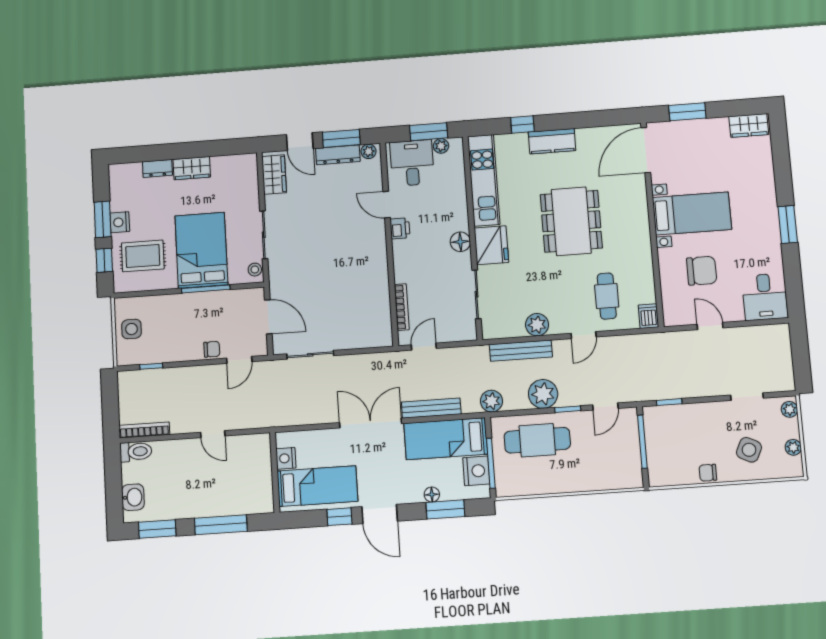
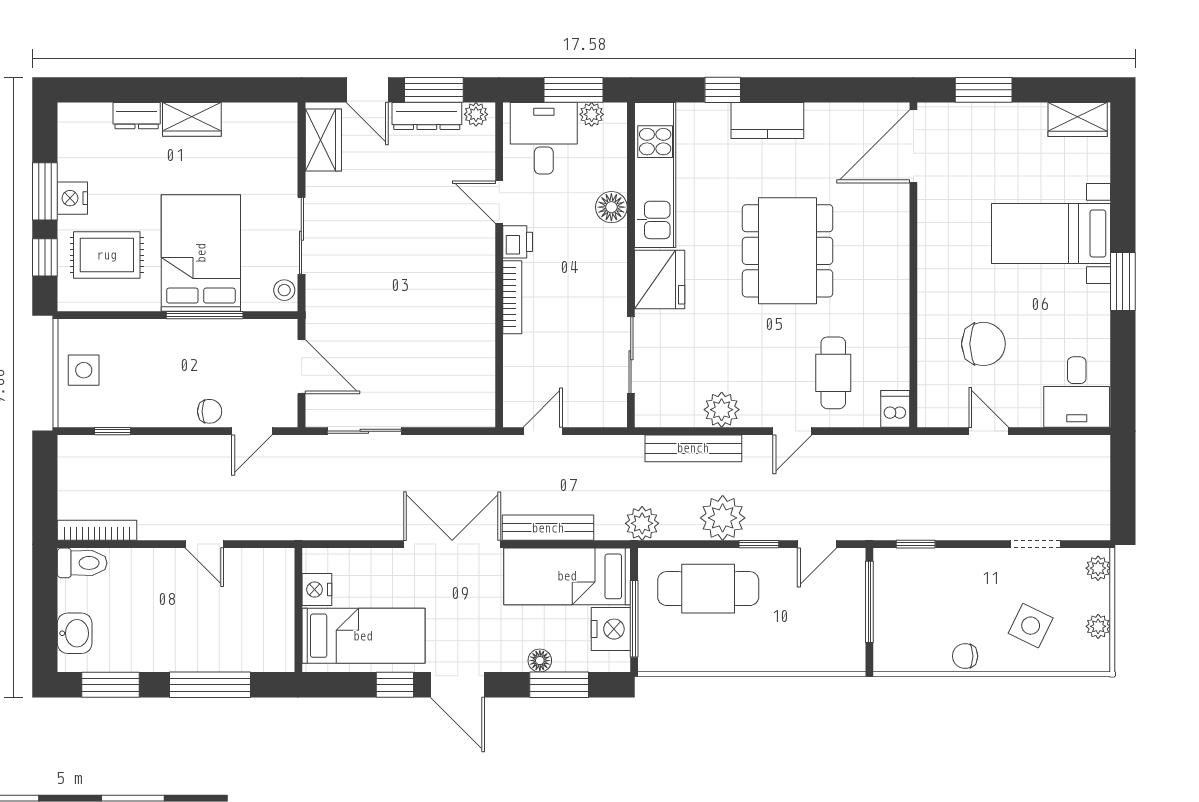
bed with nightstands: (692, 213) -> (1051, 233), moved, turned 180
floor lamp: (460, 242) -> (611, 207), moved
bookcase: (402, 307) -> (512, 297), moved

